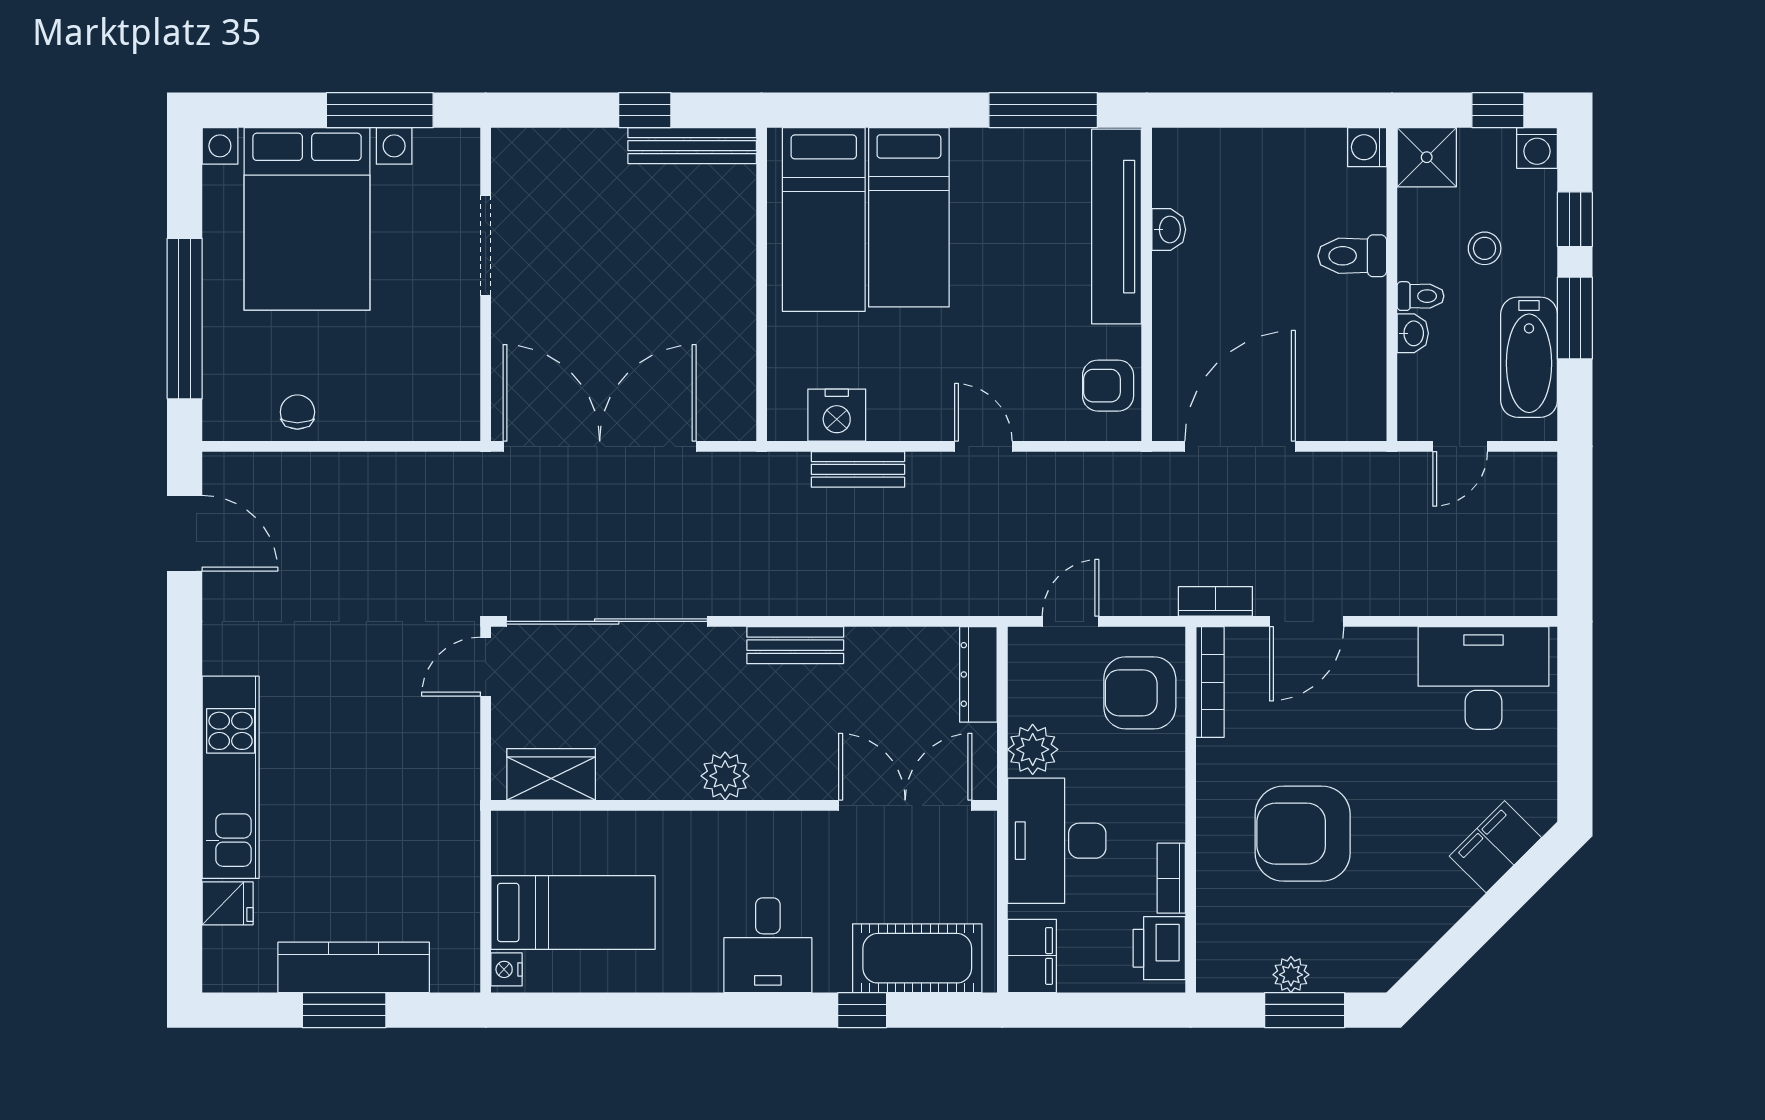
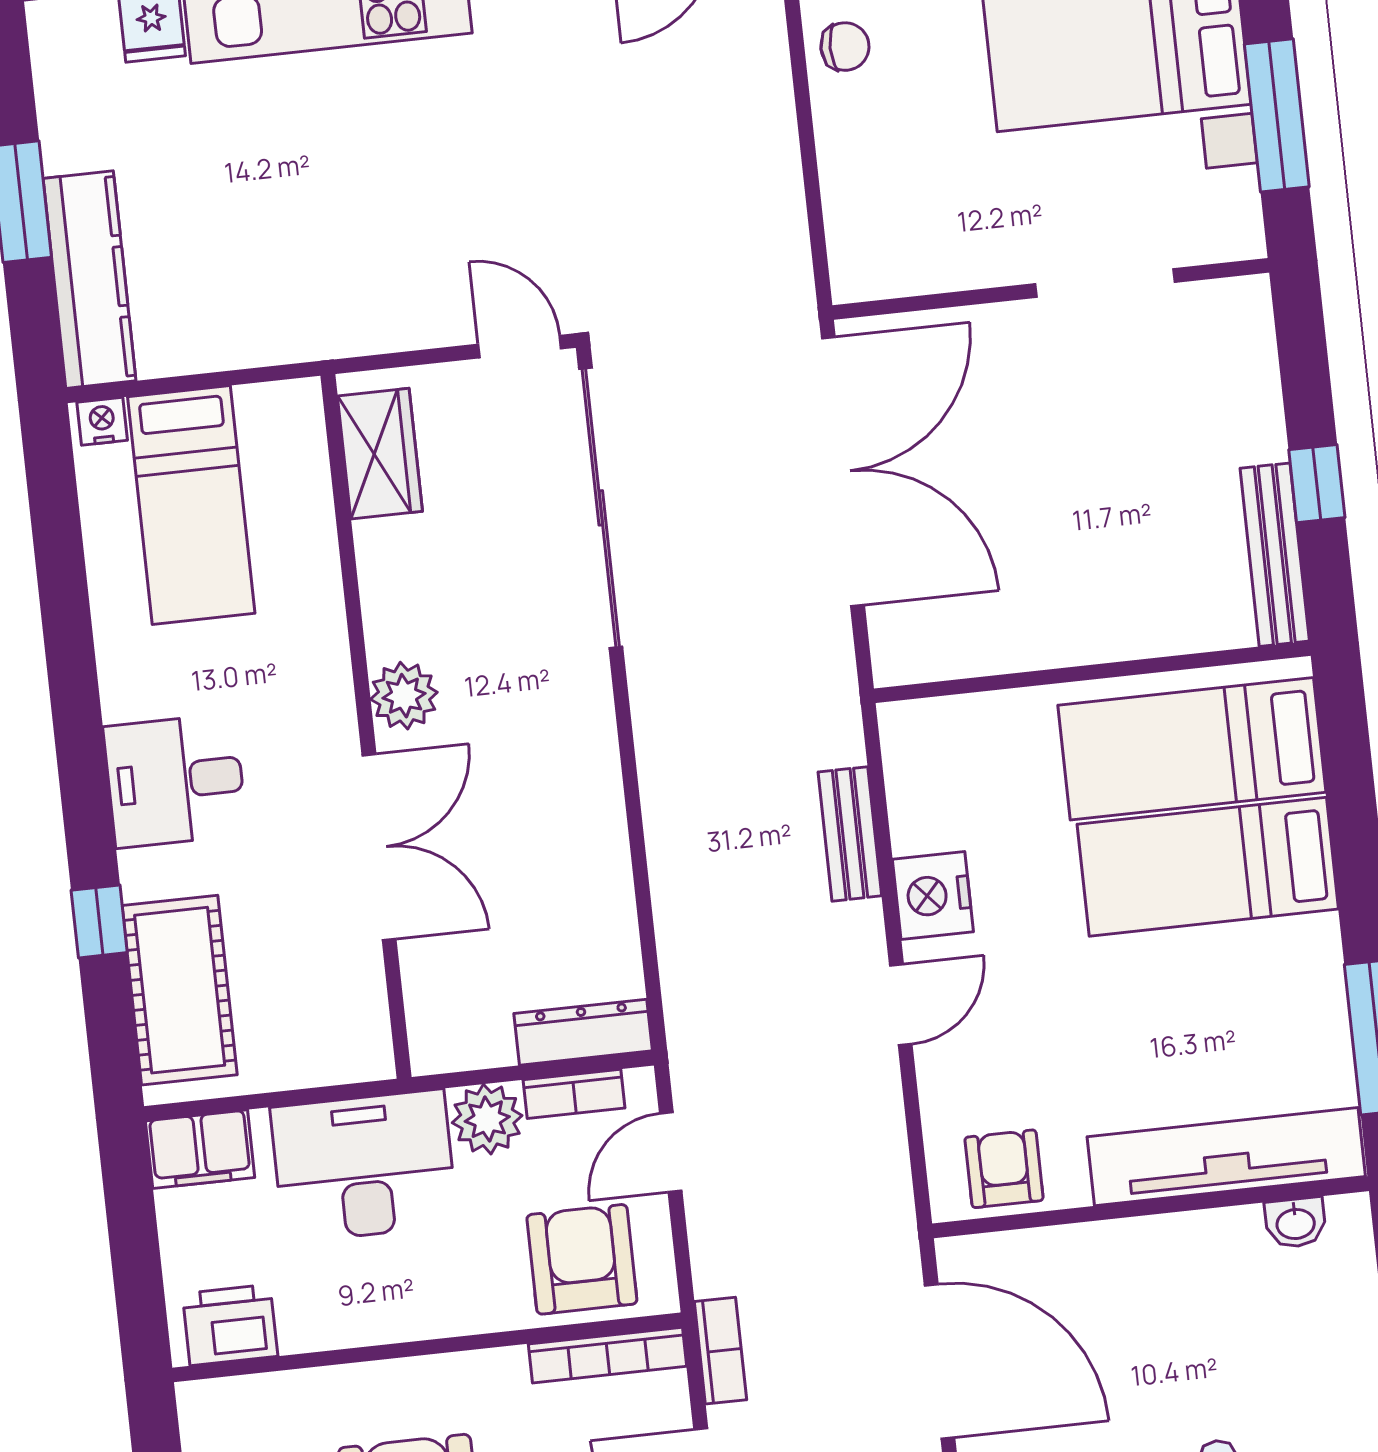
washbasin: (1169, 230) -> (1295, 1223), moved
nightstand: (837, 415) -> (933, 895), moved
door: (1070, 621) -> (671, 1152), swing flipped
bench: (795, 645) -> (596, 773), removed
double door: (905, 805) -> (379, 847), moved
bookcase: (1171, 878) -> (574, 1094), moved, turned 180
kitchen counter: (354, 967) -> (90, 280), moved

